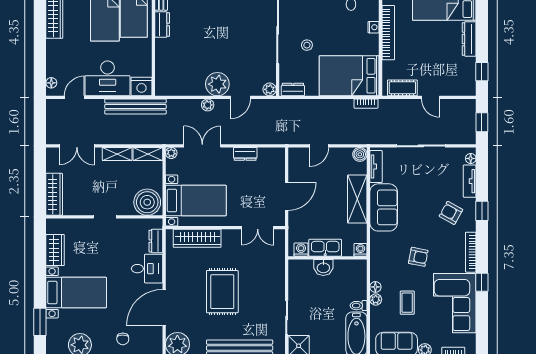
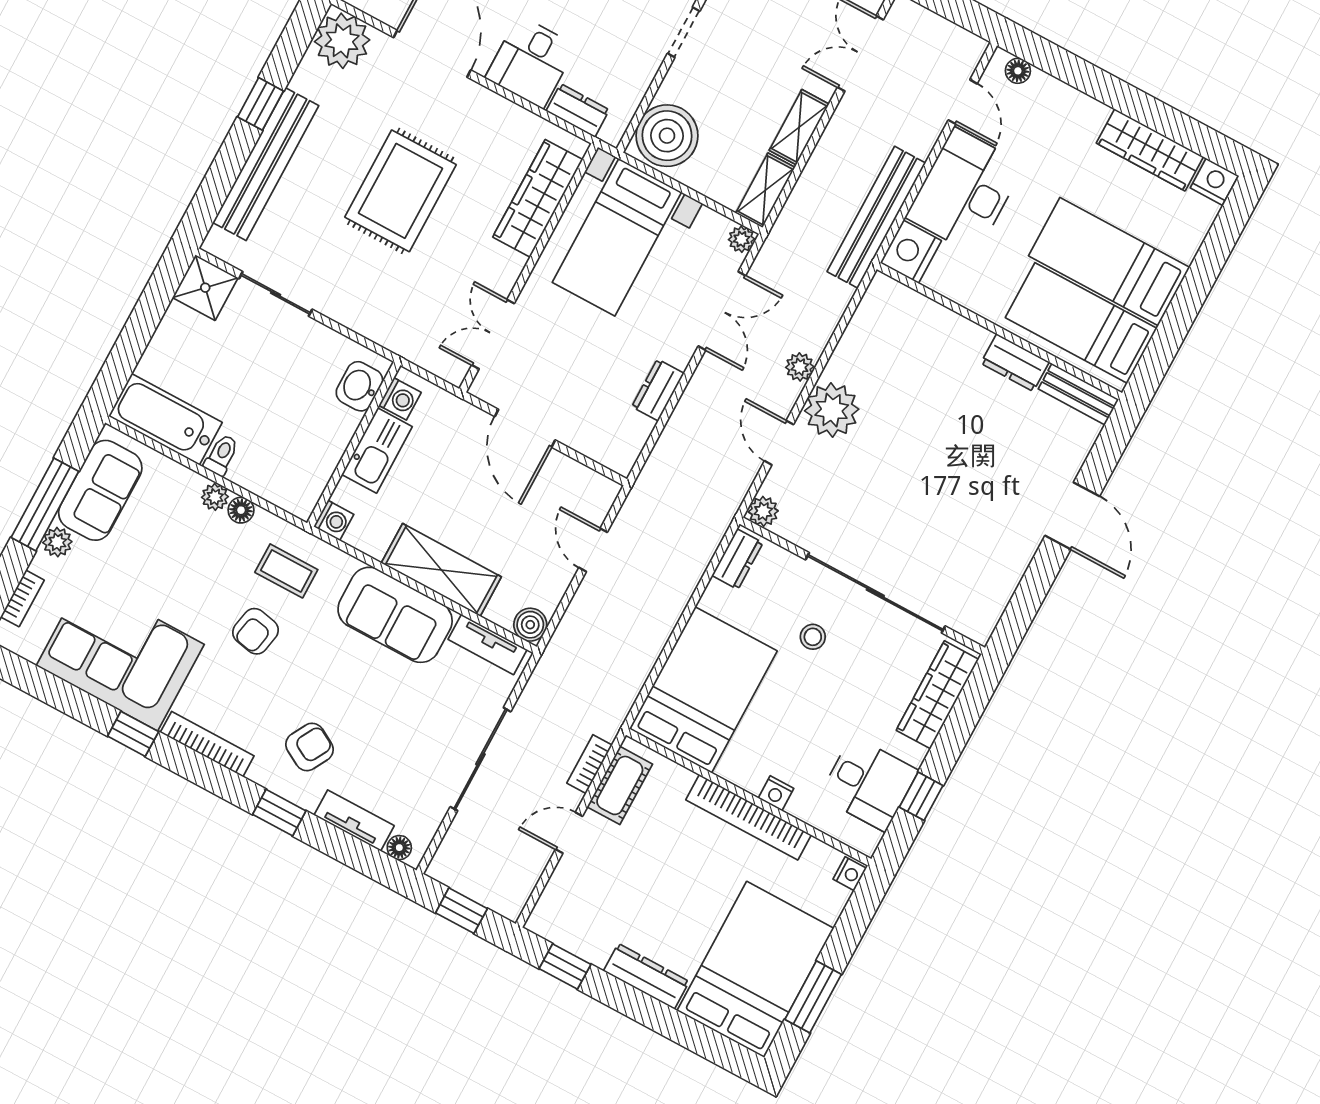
bookcase: (366, 104) -> (589, 764), moved
washbasin: (323, 267) -> (359, 386), moved
rug: (222, 292) -> (401, 191), turned 90
coffee table: (407, 303) -> (286, 571), moved

